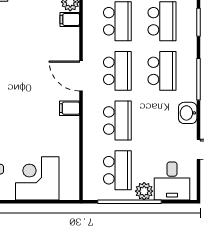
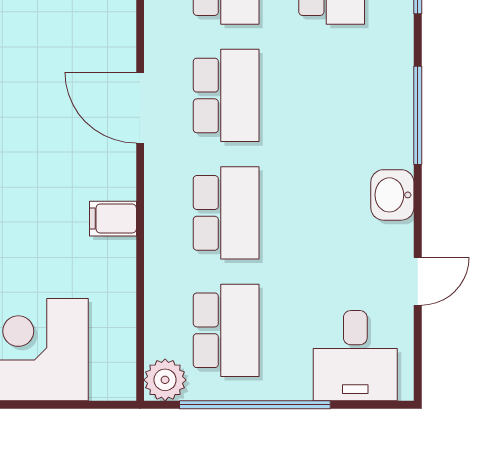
school desk: (162, 71) -> (332, 95), removed
filing cabinet: (69, 108) -> (113, 219), moved
plant: (144, 191) -> (165, 380), moved

